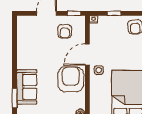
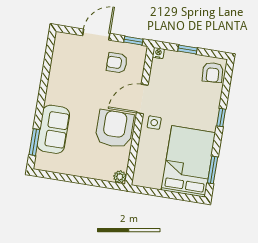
armchair: (65, 31) -> (117, 63), turned 90

